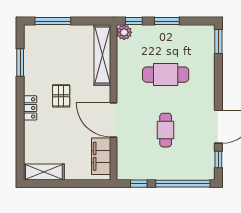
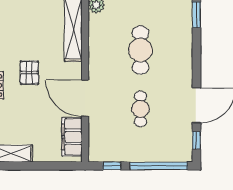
cafe table: (166, 75) -> (140, 50), turned 90

